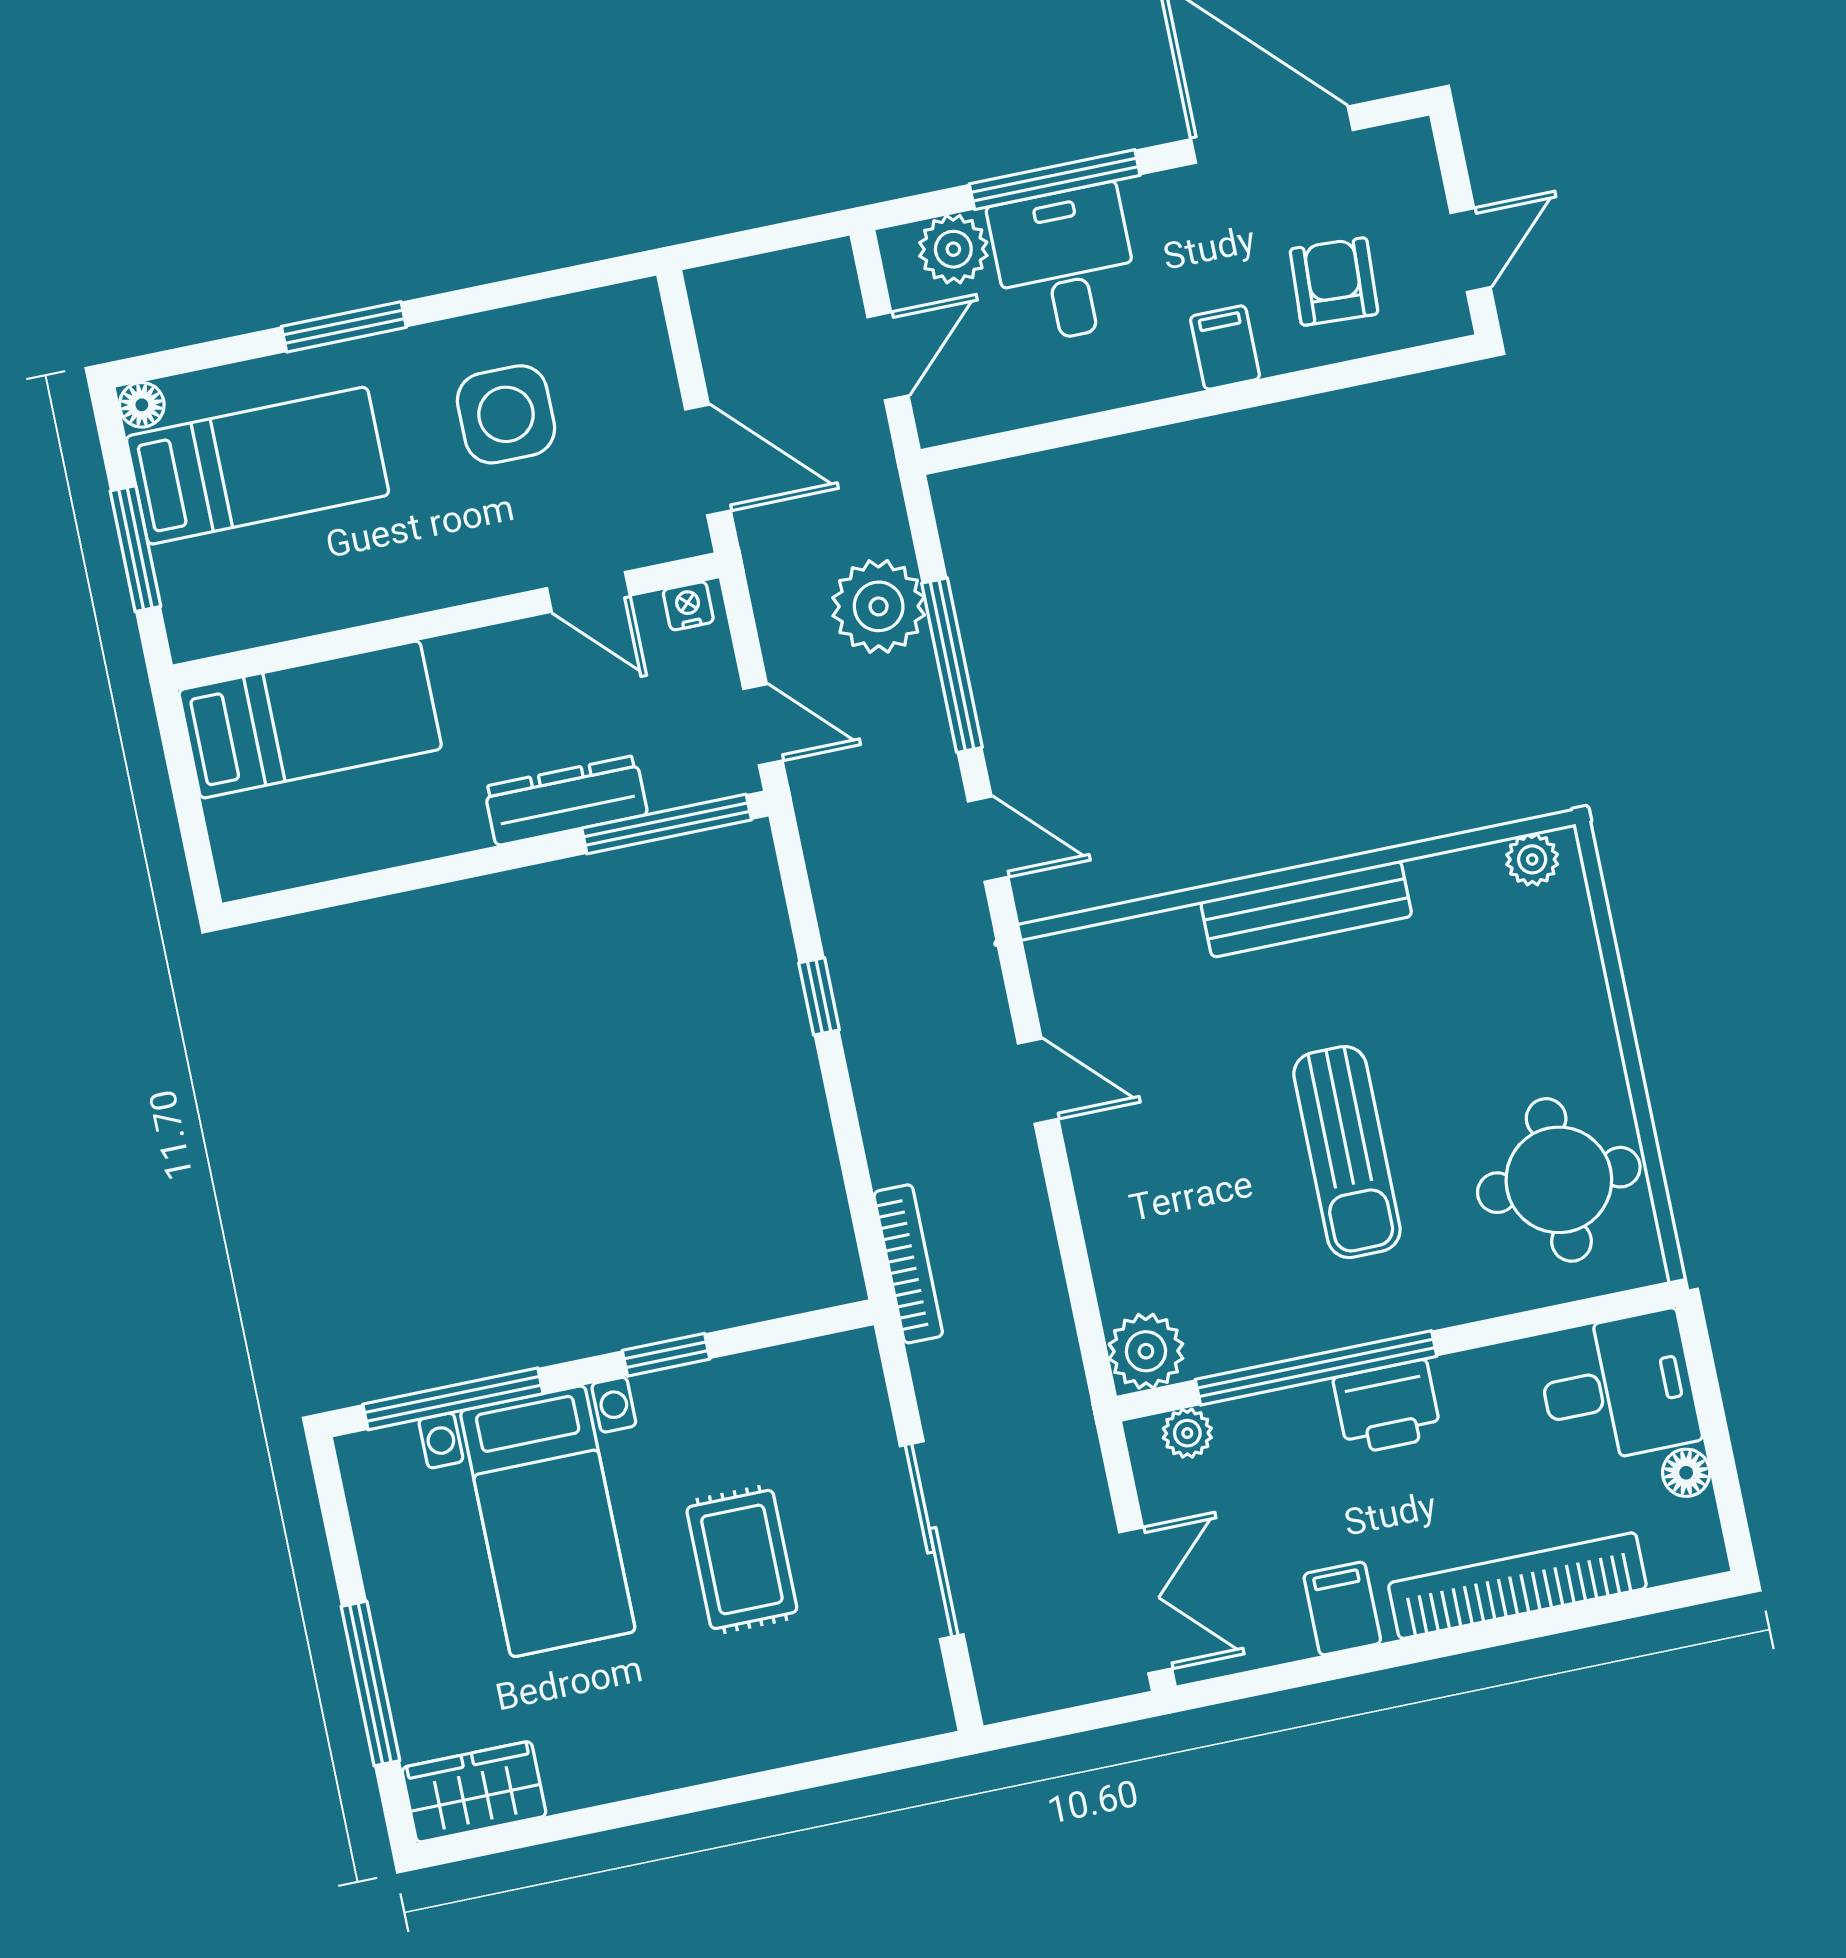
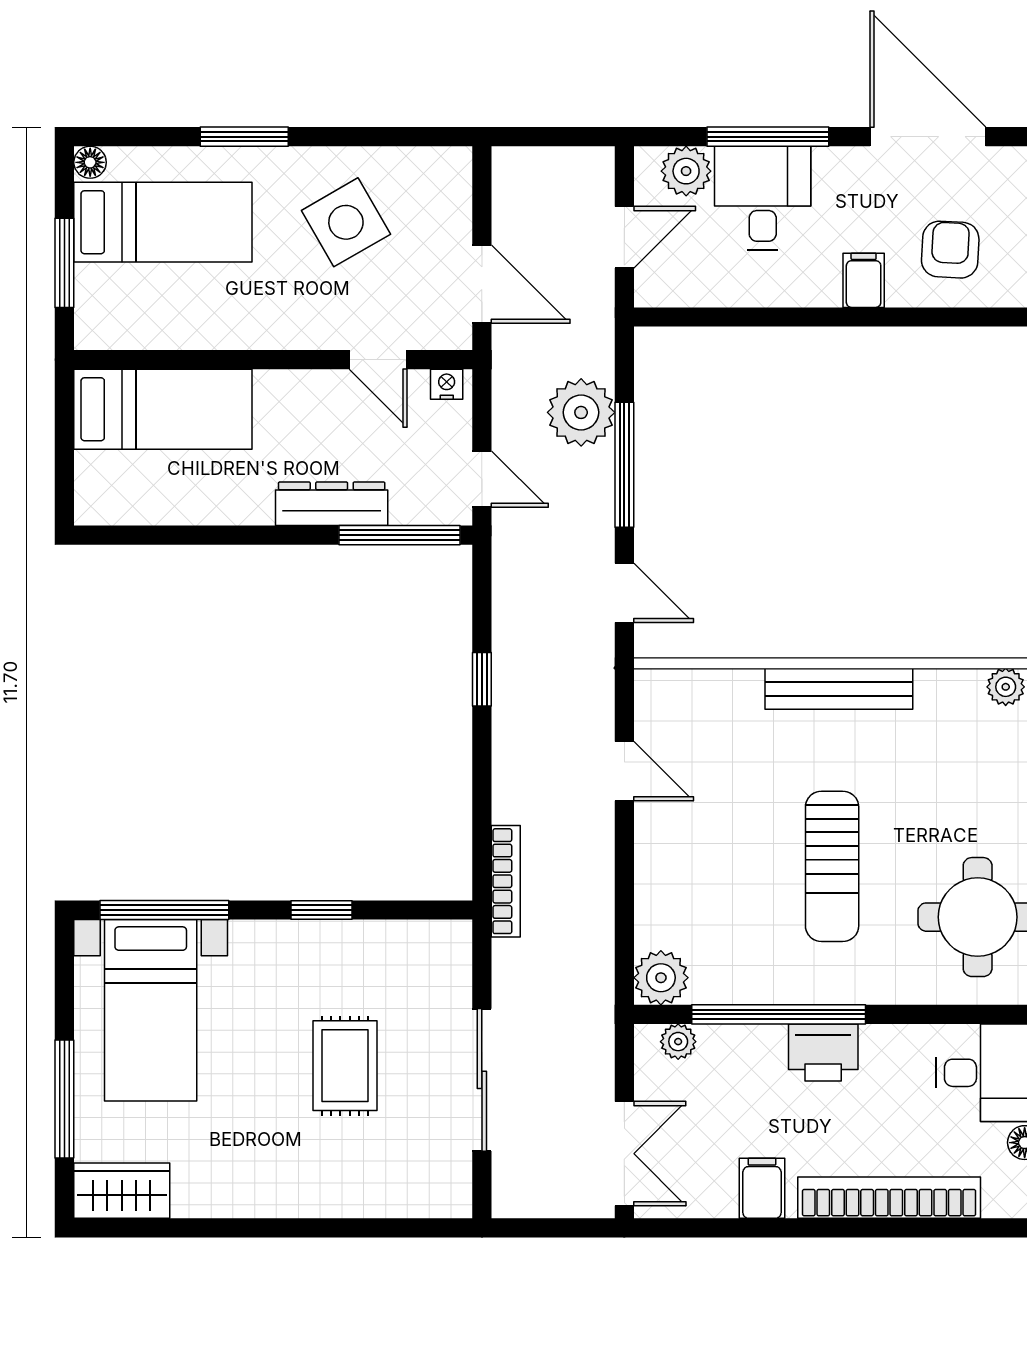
side table: (506, 414) -> (346, 222), turned -30
bed with nightstands: (548, 1521) -> (151, 1010), moved

